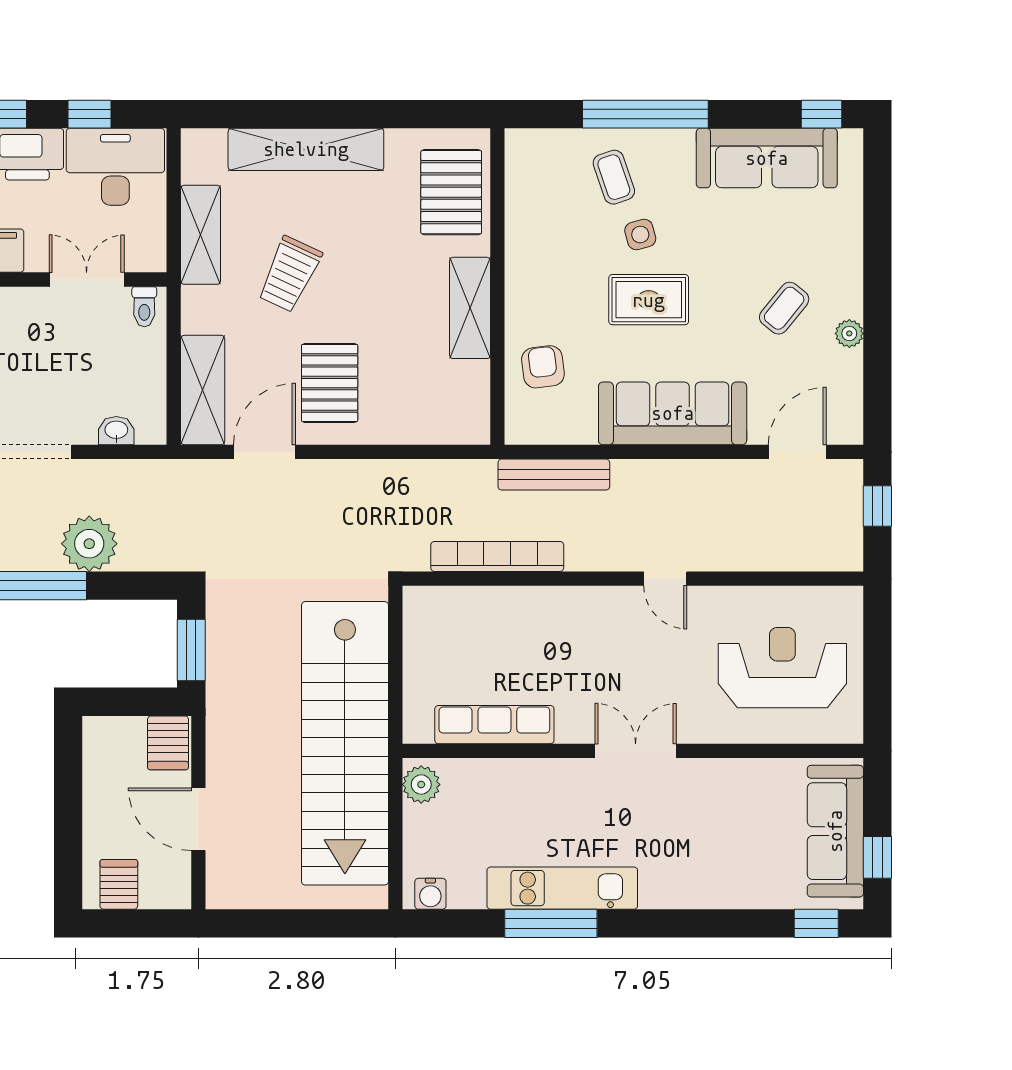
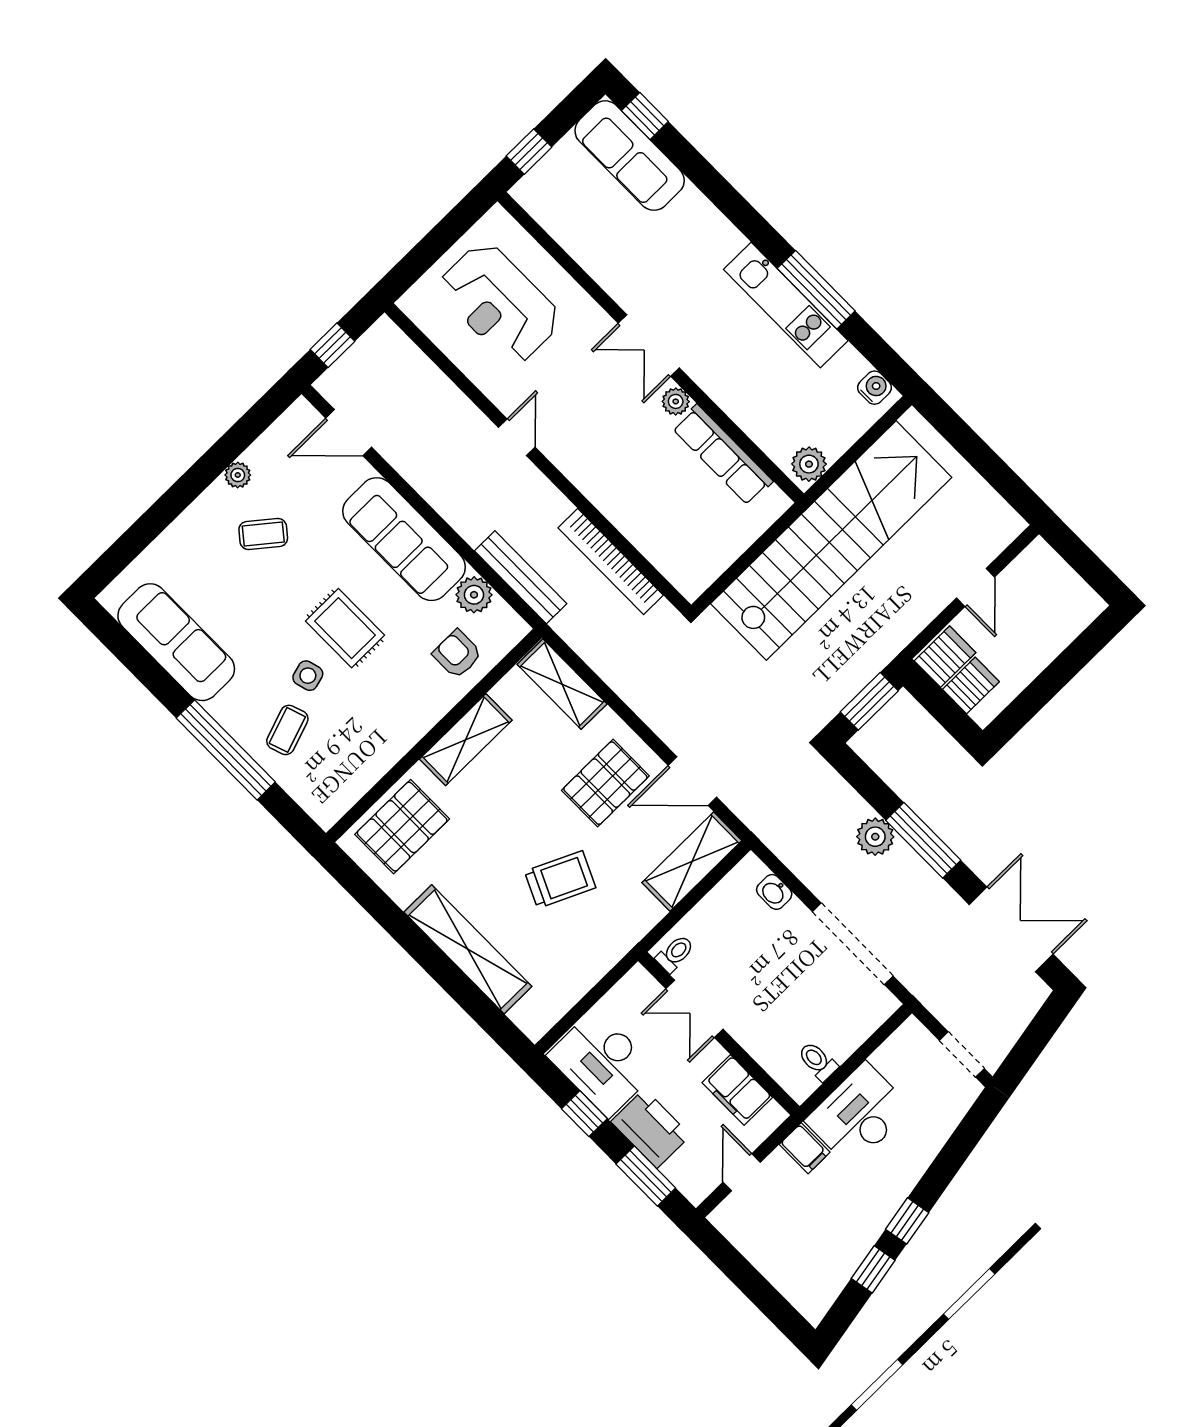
window: (822, 114) -> (112, 635), removed
shelving: (201, 235) -> (562, 684), moved, turned 90
armchair: (543, 367) -> (457, 654), turned 97
plant: (576, 425) -> (474, 595), added
plant: (89, 544) -> (875, 837), width x0.73, depth x0.73
plant: (572, 729) -> (676, 401), added
door: (198, 819) -> (975, 588), width x0.73
sofa: (835, 831) -> (630, 156), moved, turned 90
window: (877, 857) -> (529, 152), moved
server rack: (119, 884) -> (971, 685), moved, turned 180

